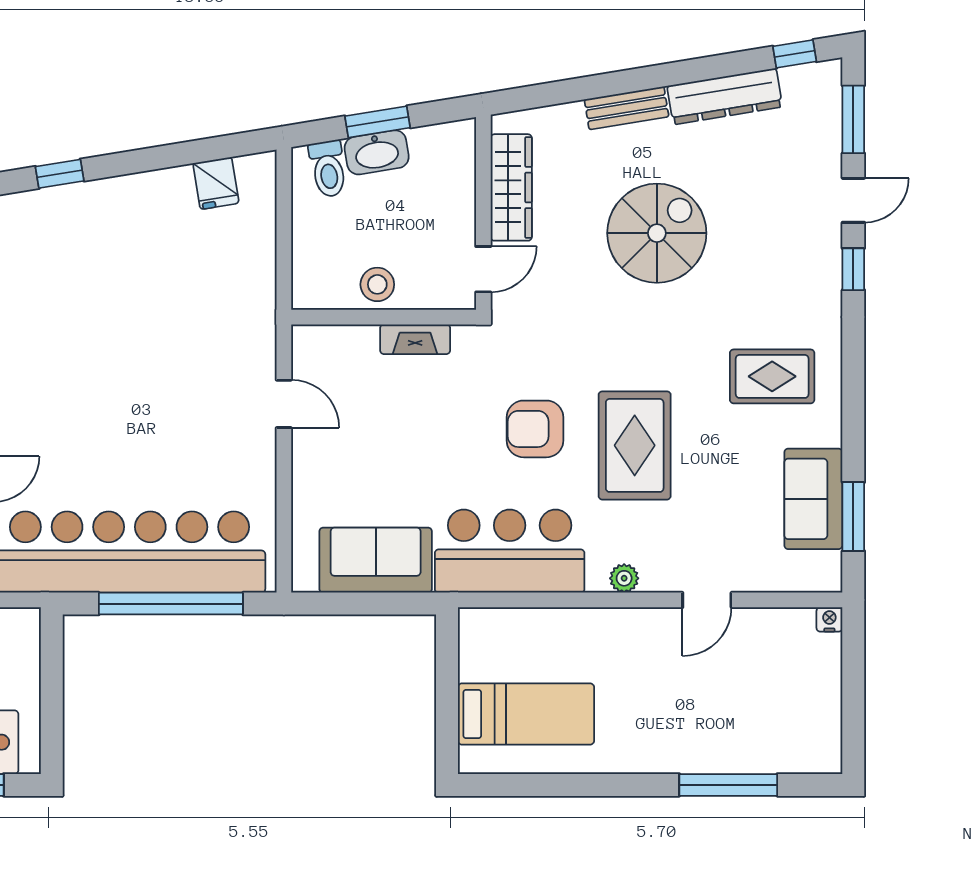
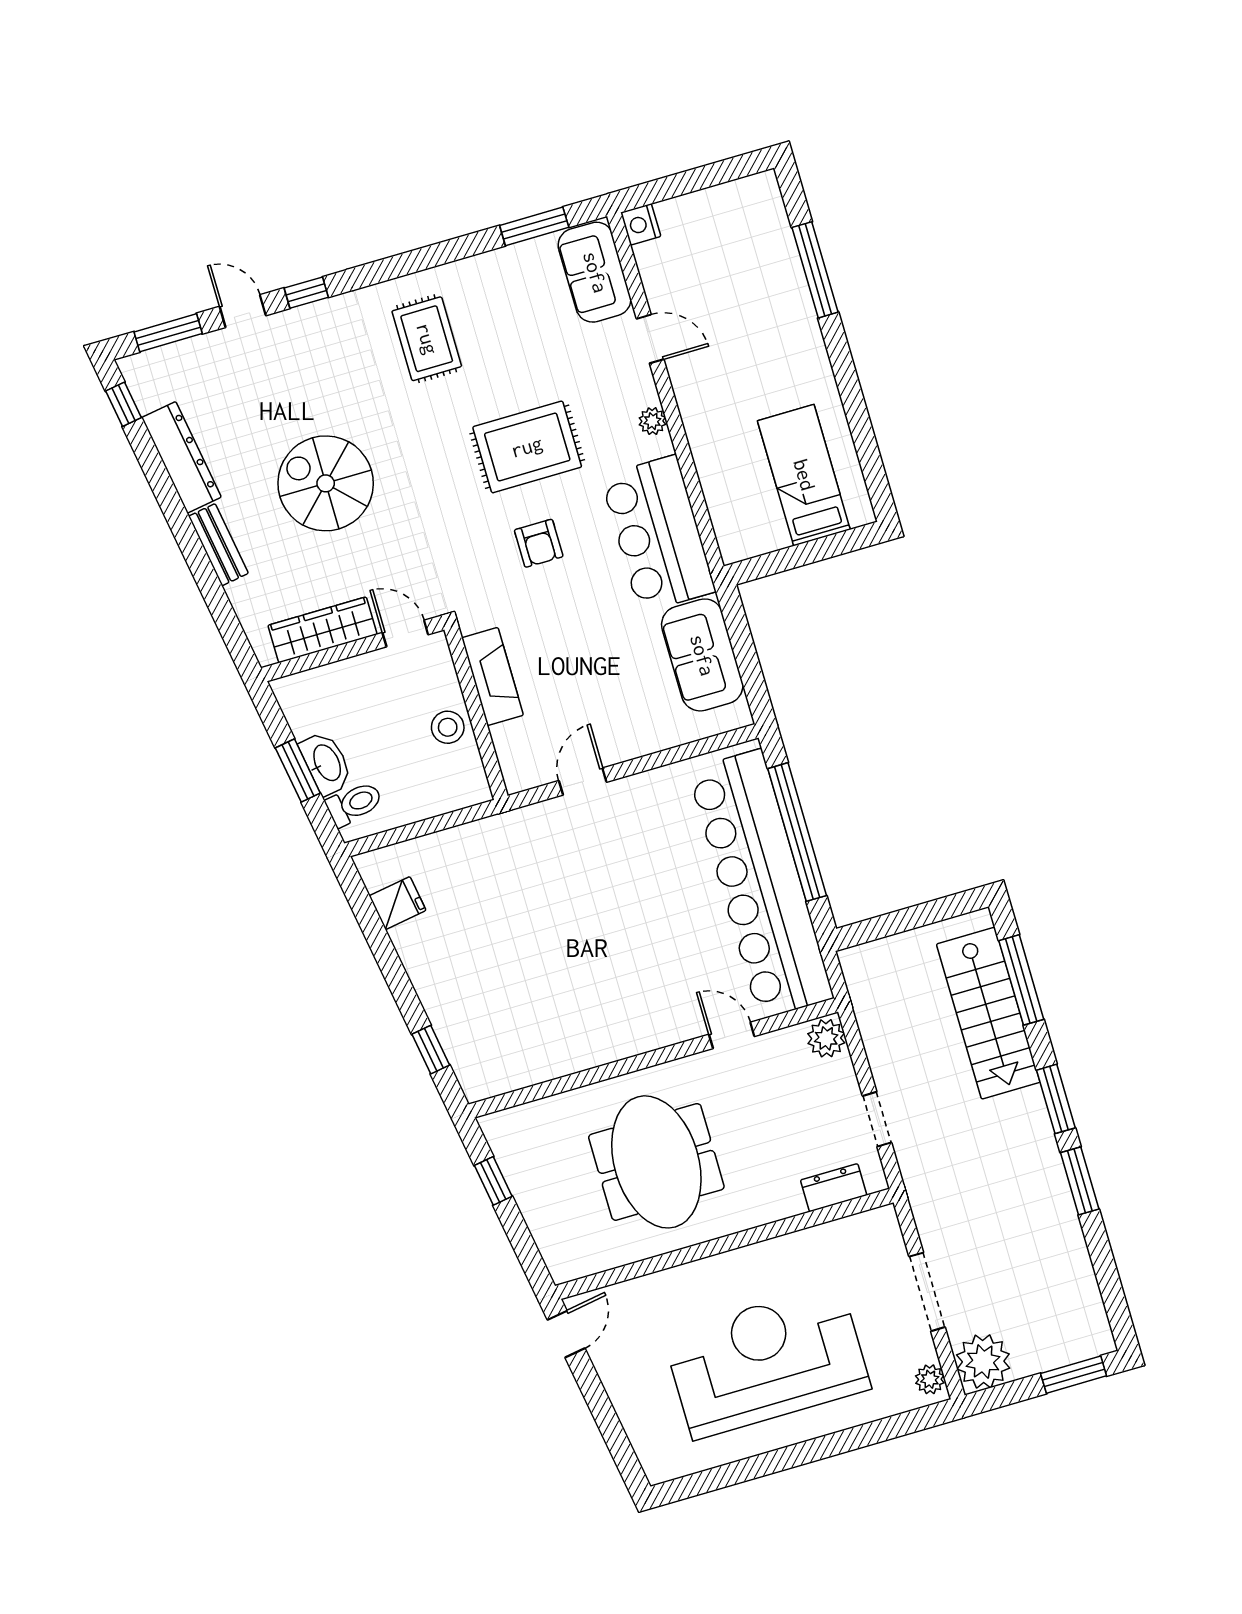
fireplace: (415, 339) -> (492, 676), width x1.37, depth x1.32
armchair: (535, 429) -> (539, 543), width x0.72, depth x0.72
sofa: (813, 499) -> (595, 272), moved, turned 90
nightstand: (829, 619) -> (641, 224), width x1.39, depth x1.35

